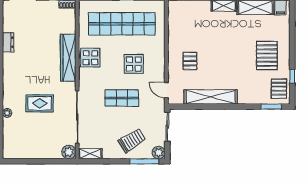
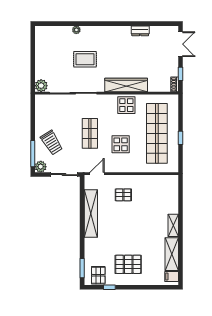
pallet: (279, 89) -> (98, 275), turned 90
rug: (40, 103) -> (85, 59), turned 90
shelving: (90, 154) -> (40, 105), removed

